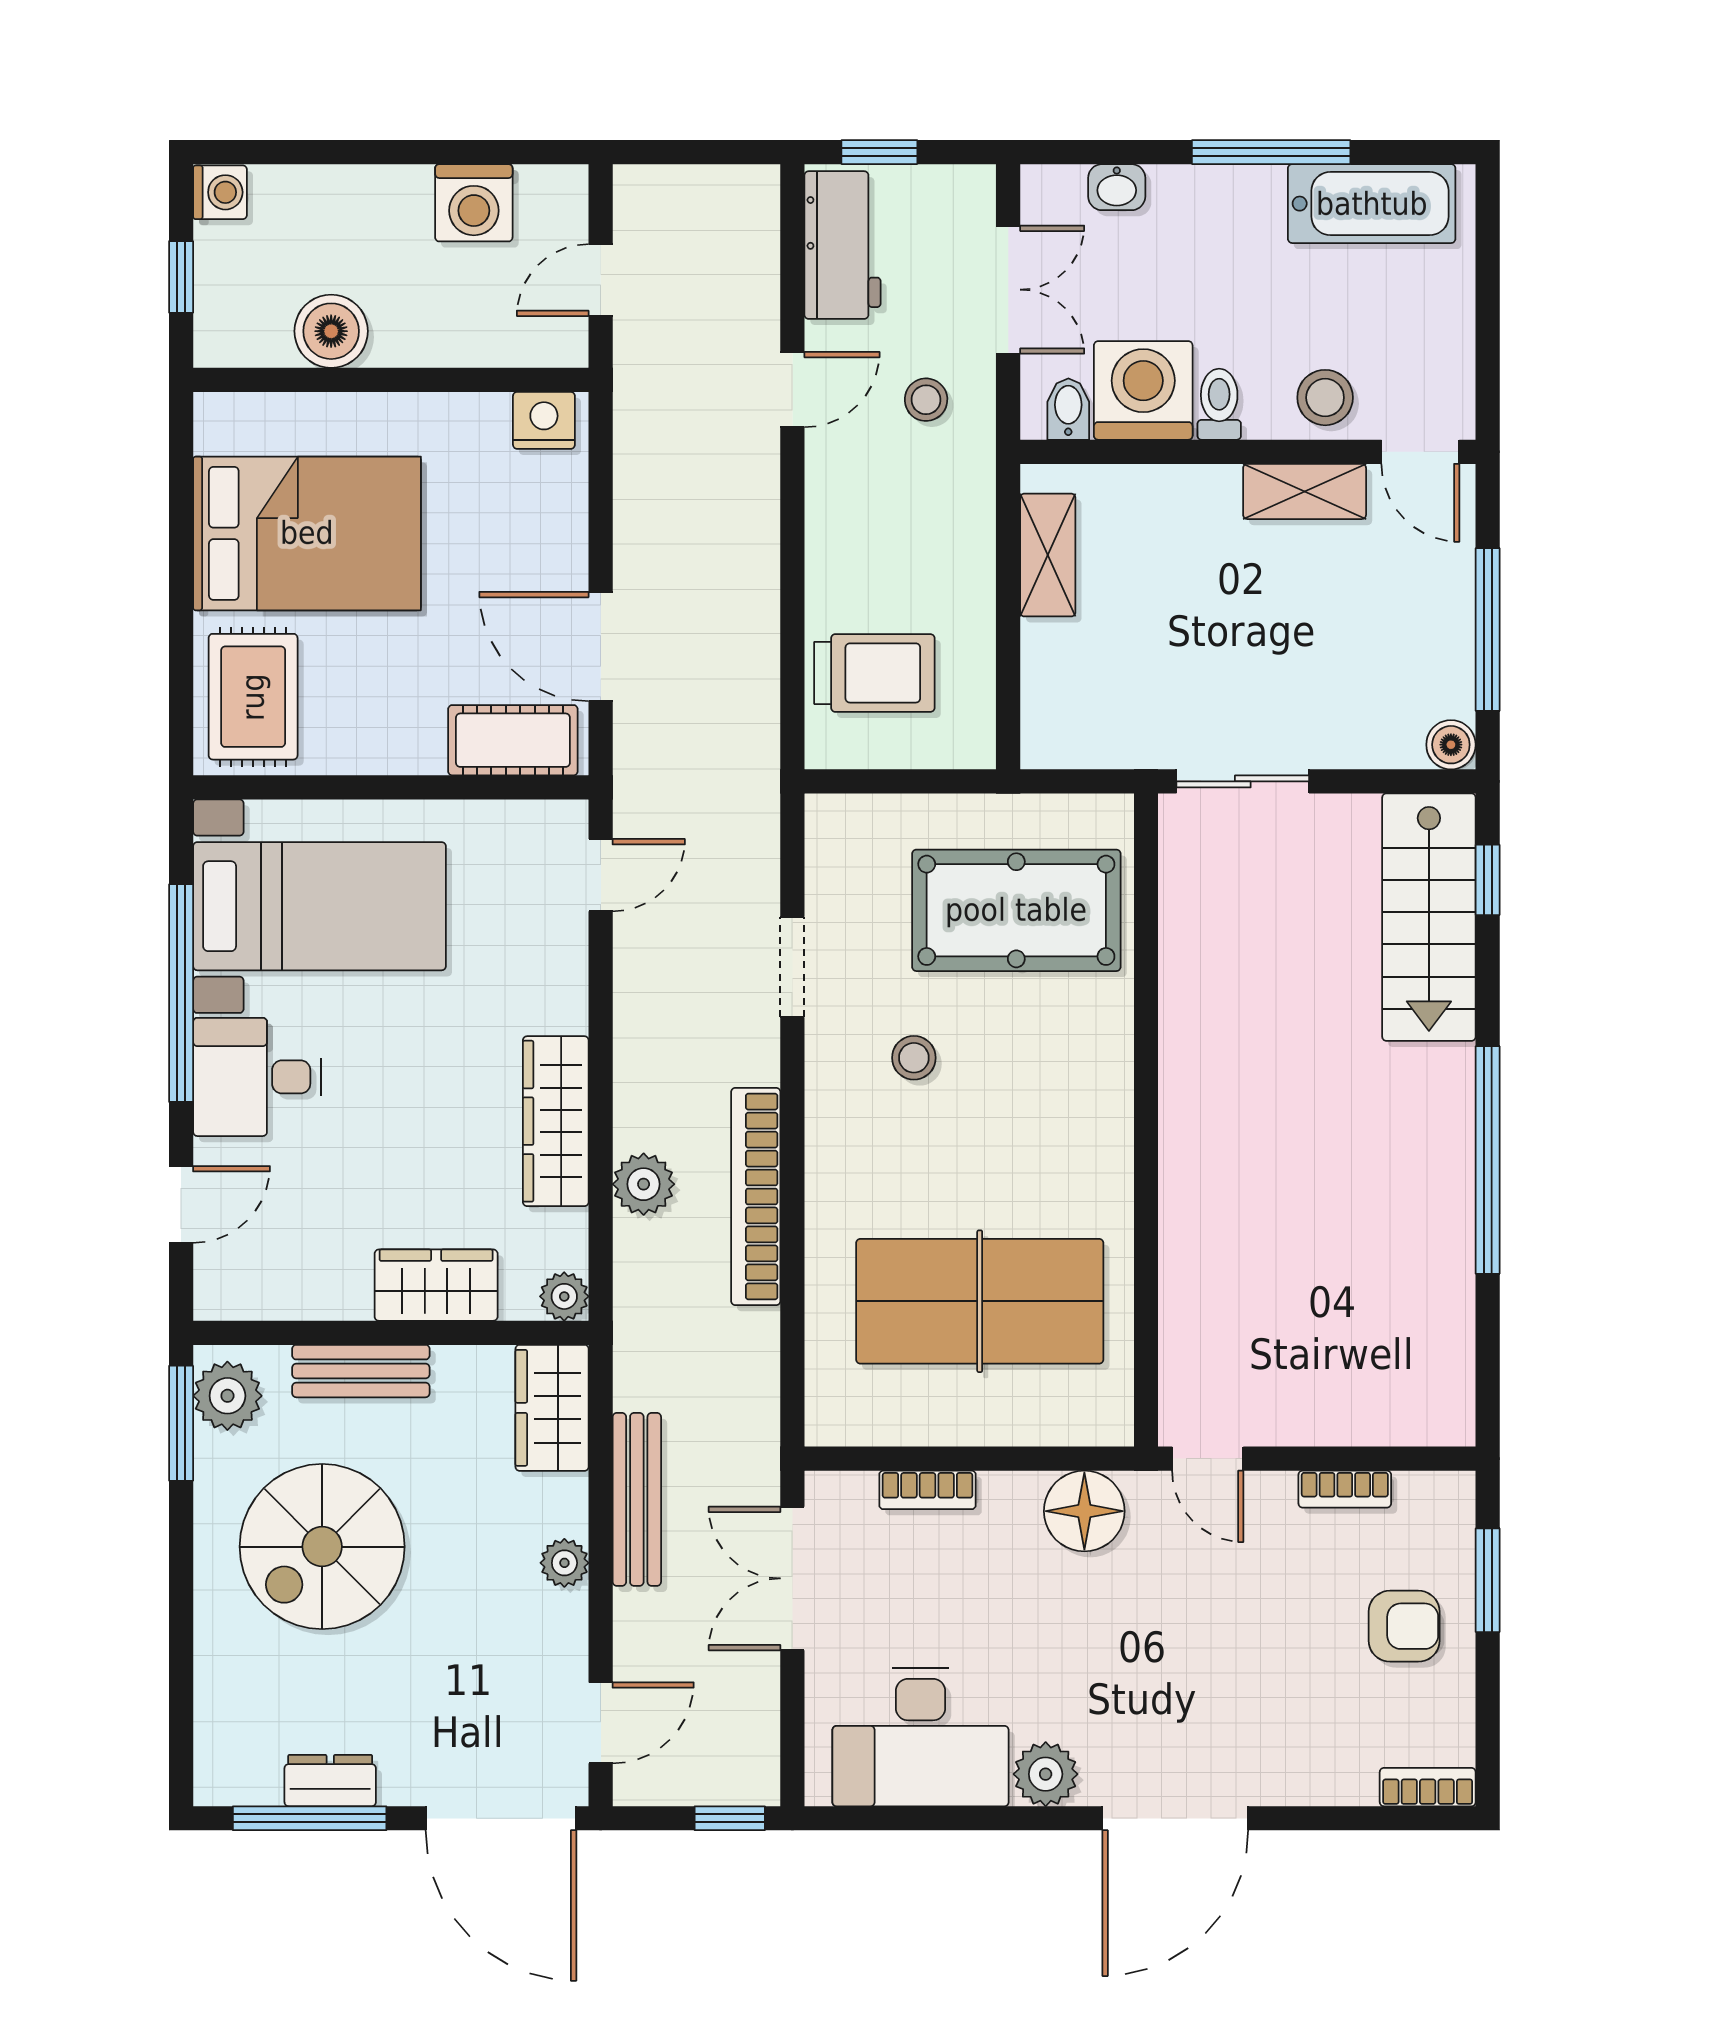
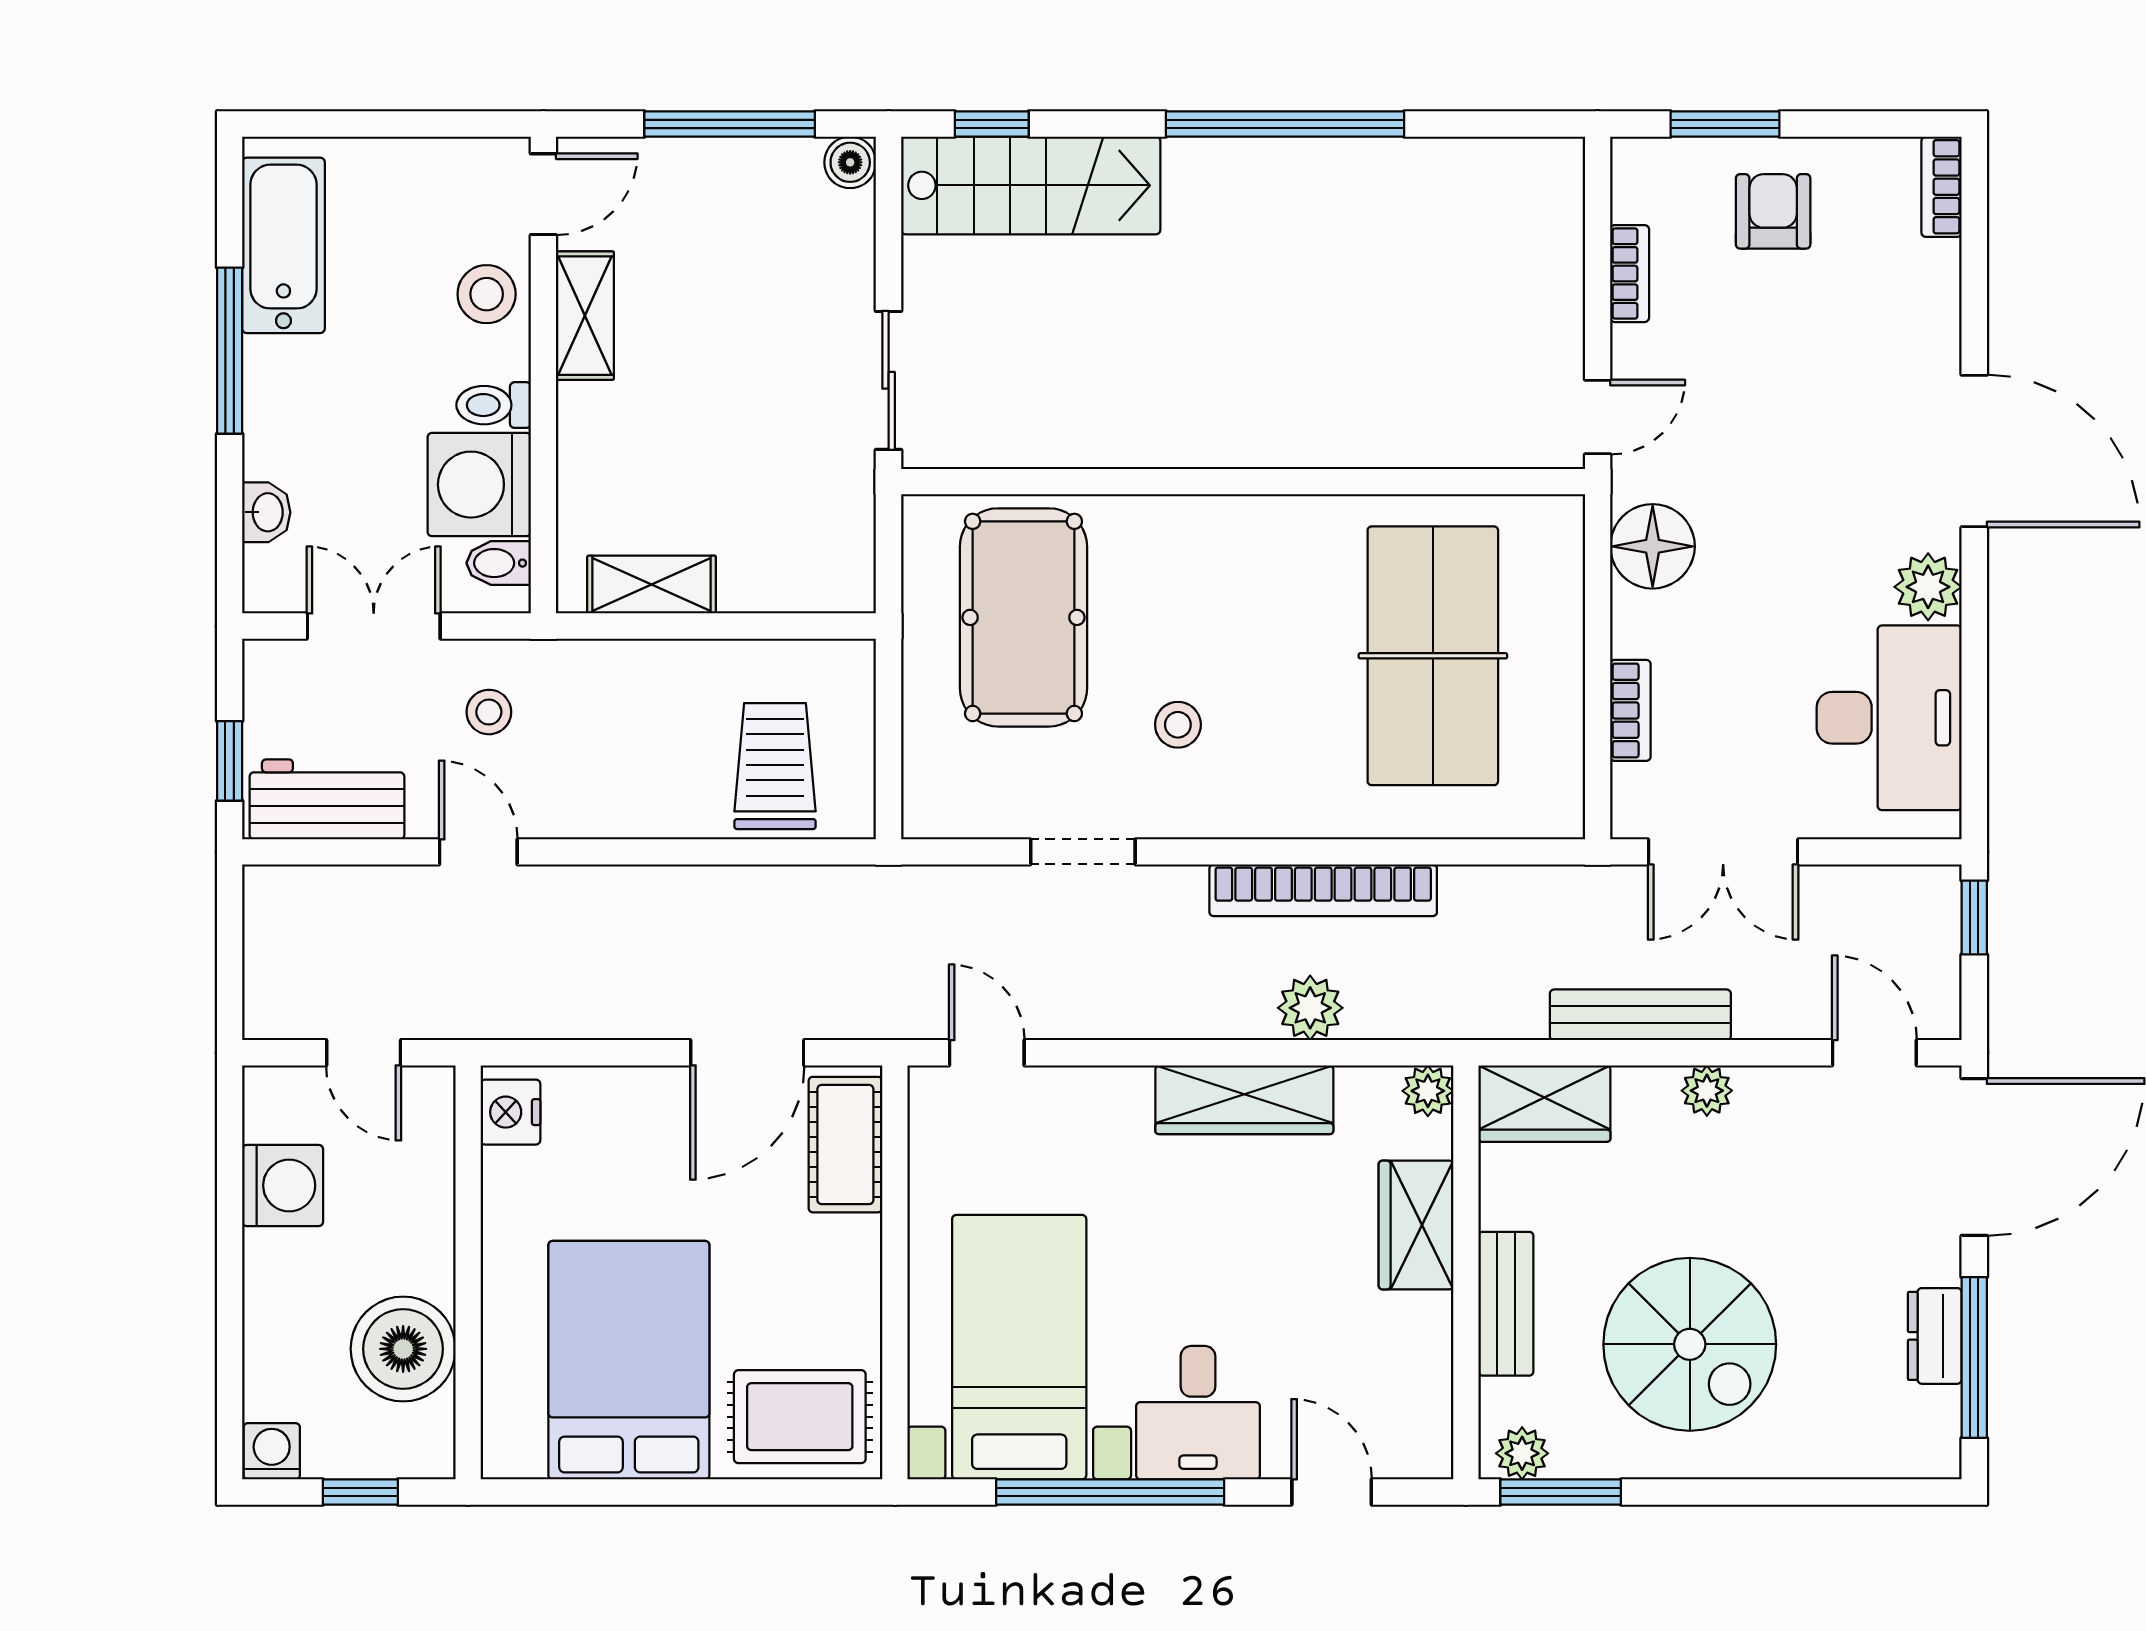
boiler: (331, 331) -> (403, 1349), width x1.37, depth x1.37
plant: (227, 1396) -> (1522, 1453), width x0.73, depth x0.73

